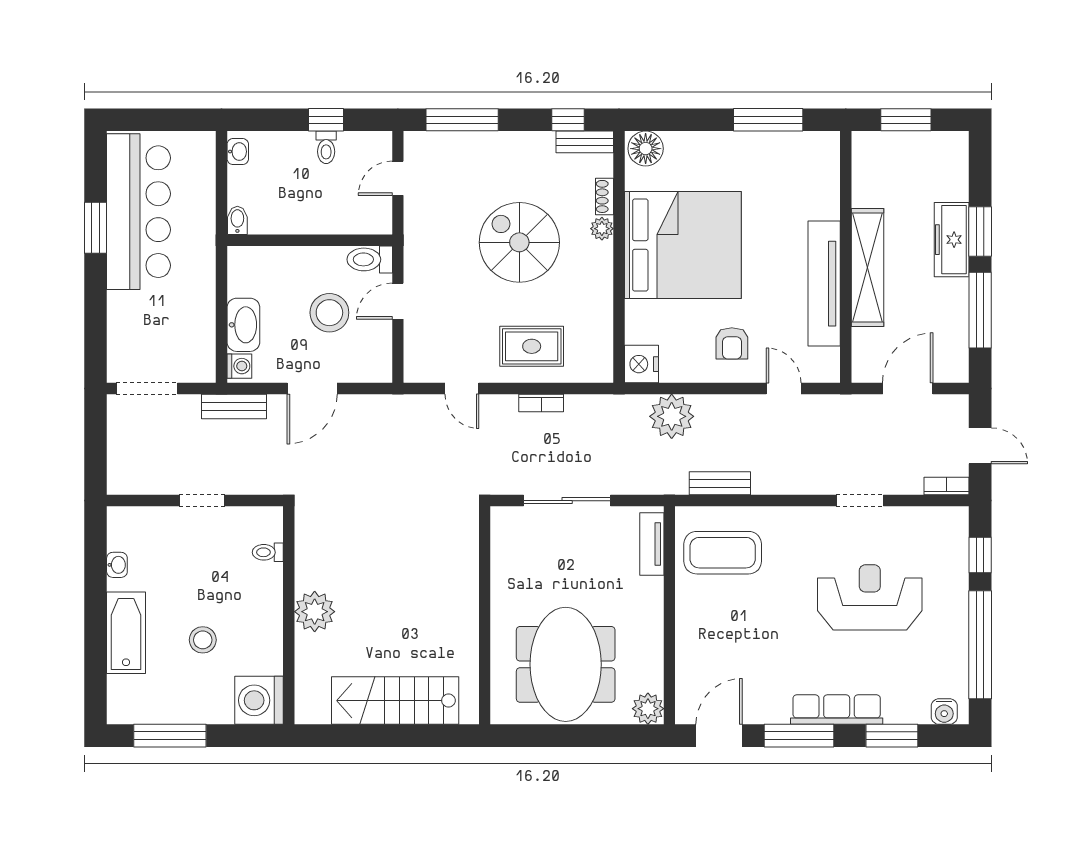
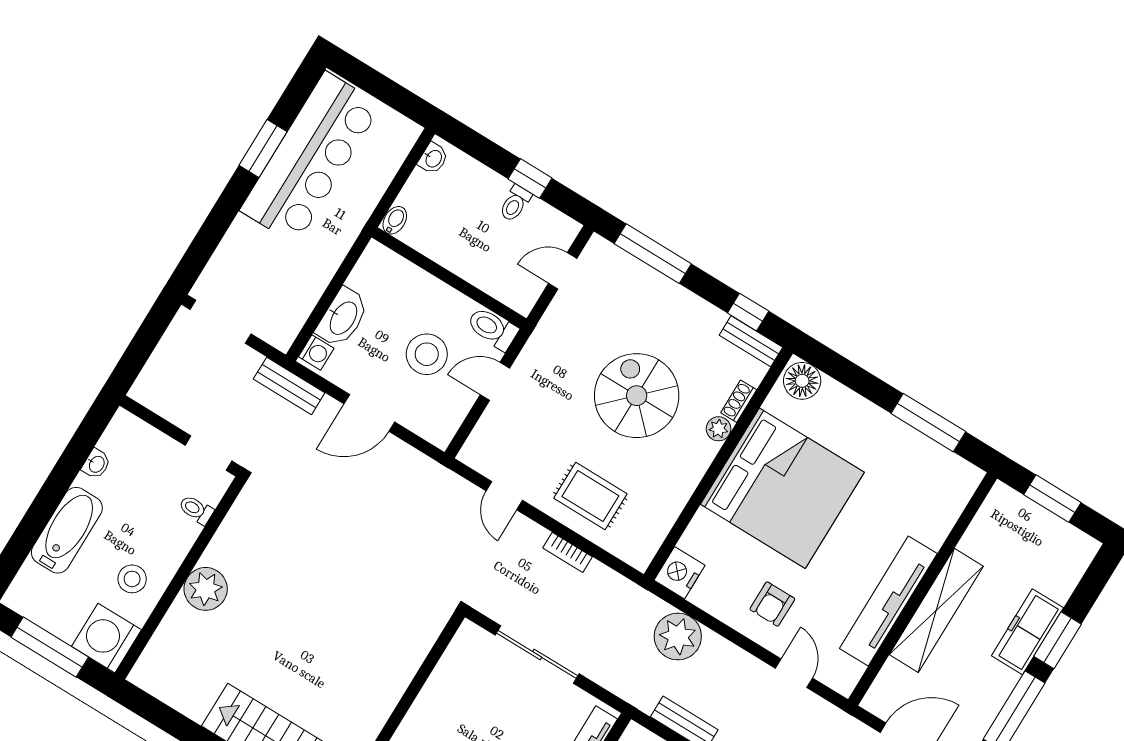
toilet: (268, 552) -> (196, 510), moved
plant: (315, 612) -> (206, 589), moved
wall: (289, 615) -> (180, 578), moved
washing machine: (259, 700) -> (106, 638), moved

